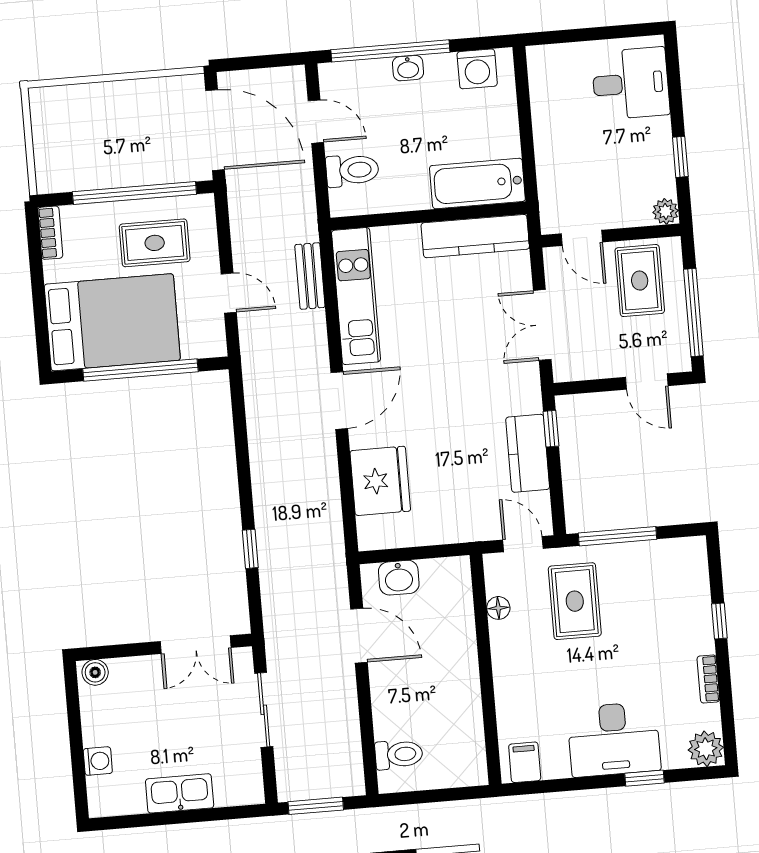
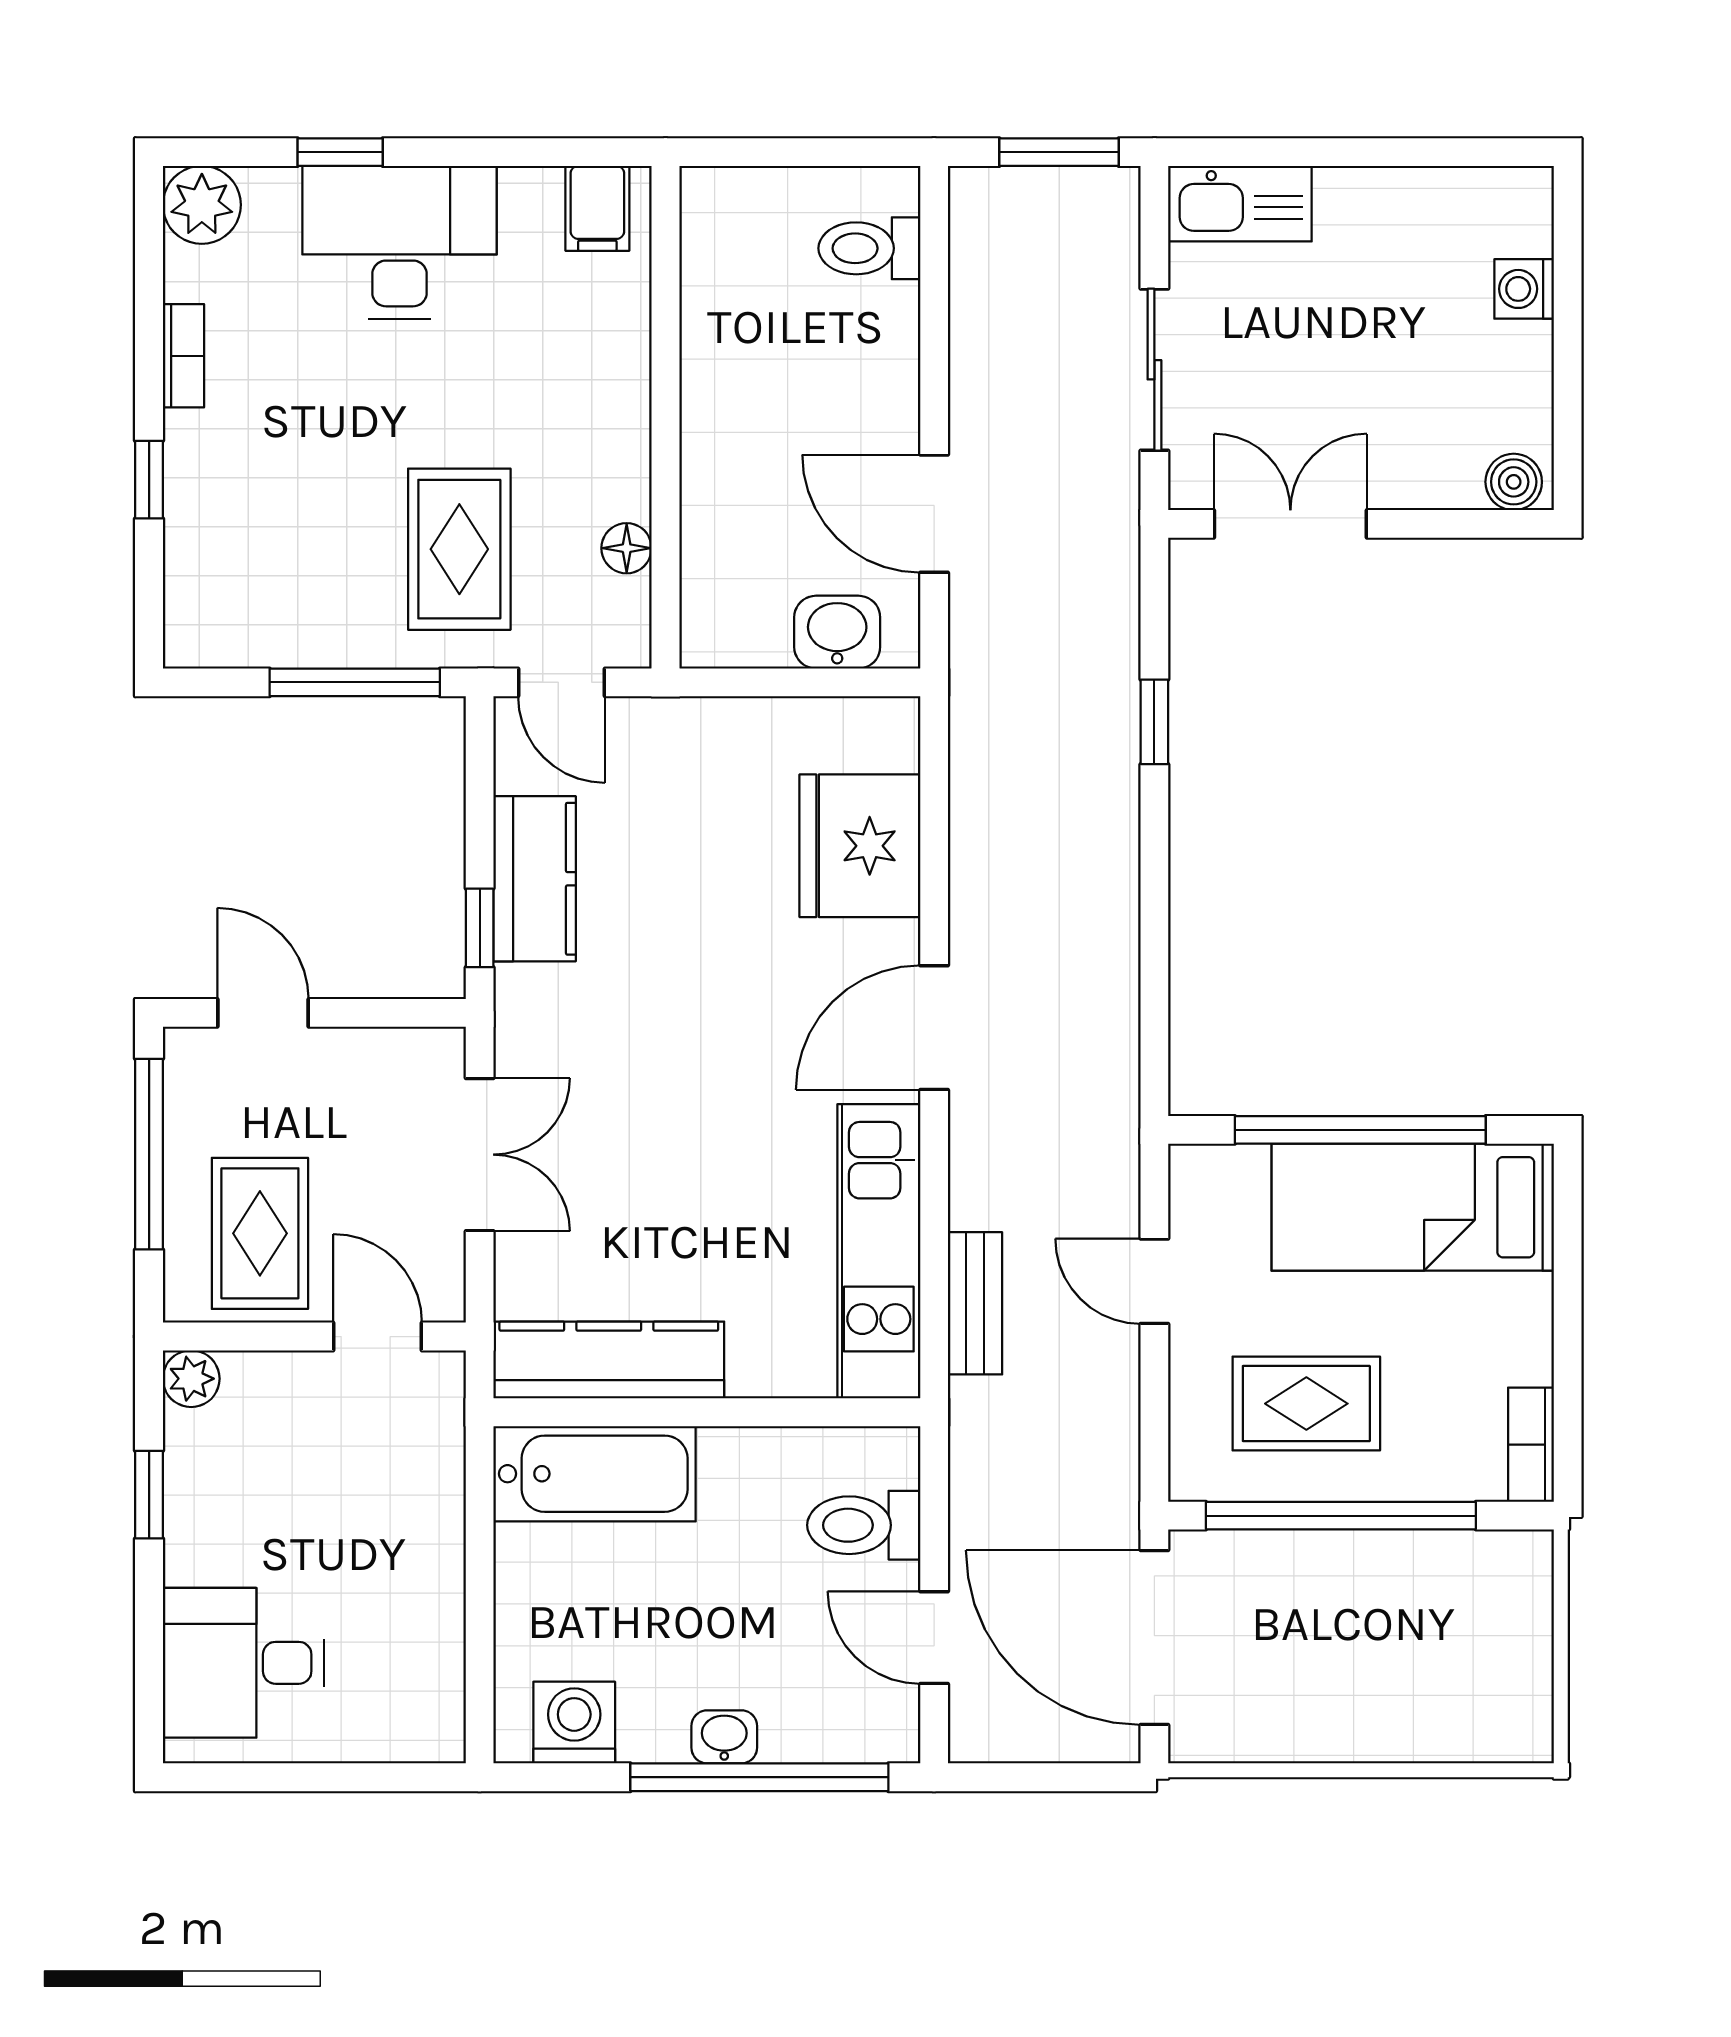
bed: (112, 322) -> (1413, 1207), width x0.67
kitchen sink: (180, 793) -> (1240, 204), moved

